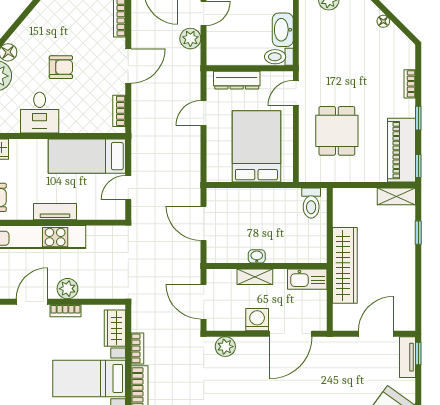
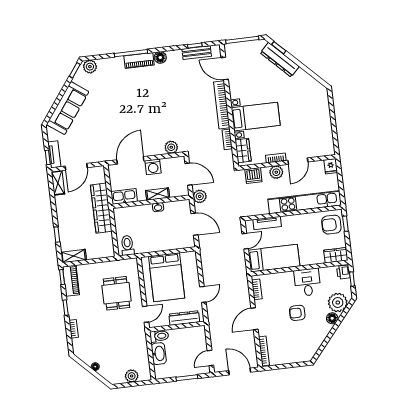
plant: (190, 39) -> (200, 196), moved
piano: (402, 150) -> (71, 281), width x0.73, depth x0.75
tv unit: (55, 212) -> (267, 223), moved
dishwasher: (103, 288) -> (253, 176), added
shelving: (407, 312) -> (58, 183), added

